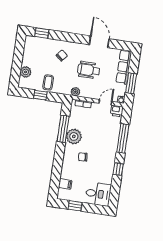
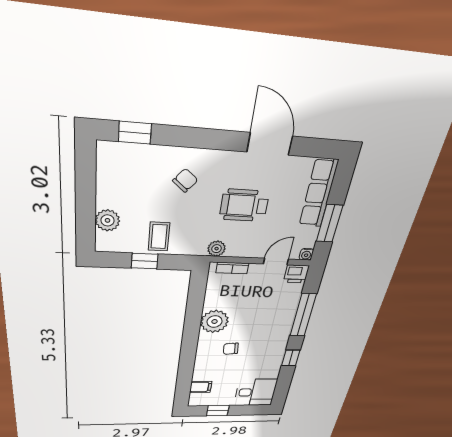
window: (63, 129) -> (194, 312), removed

